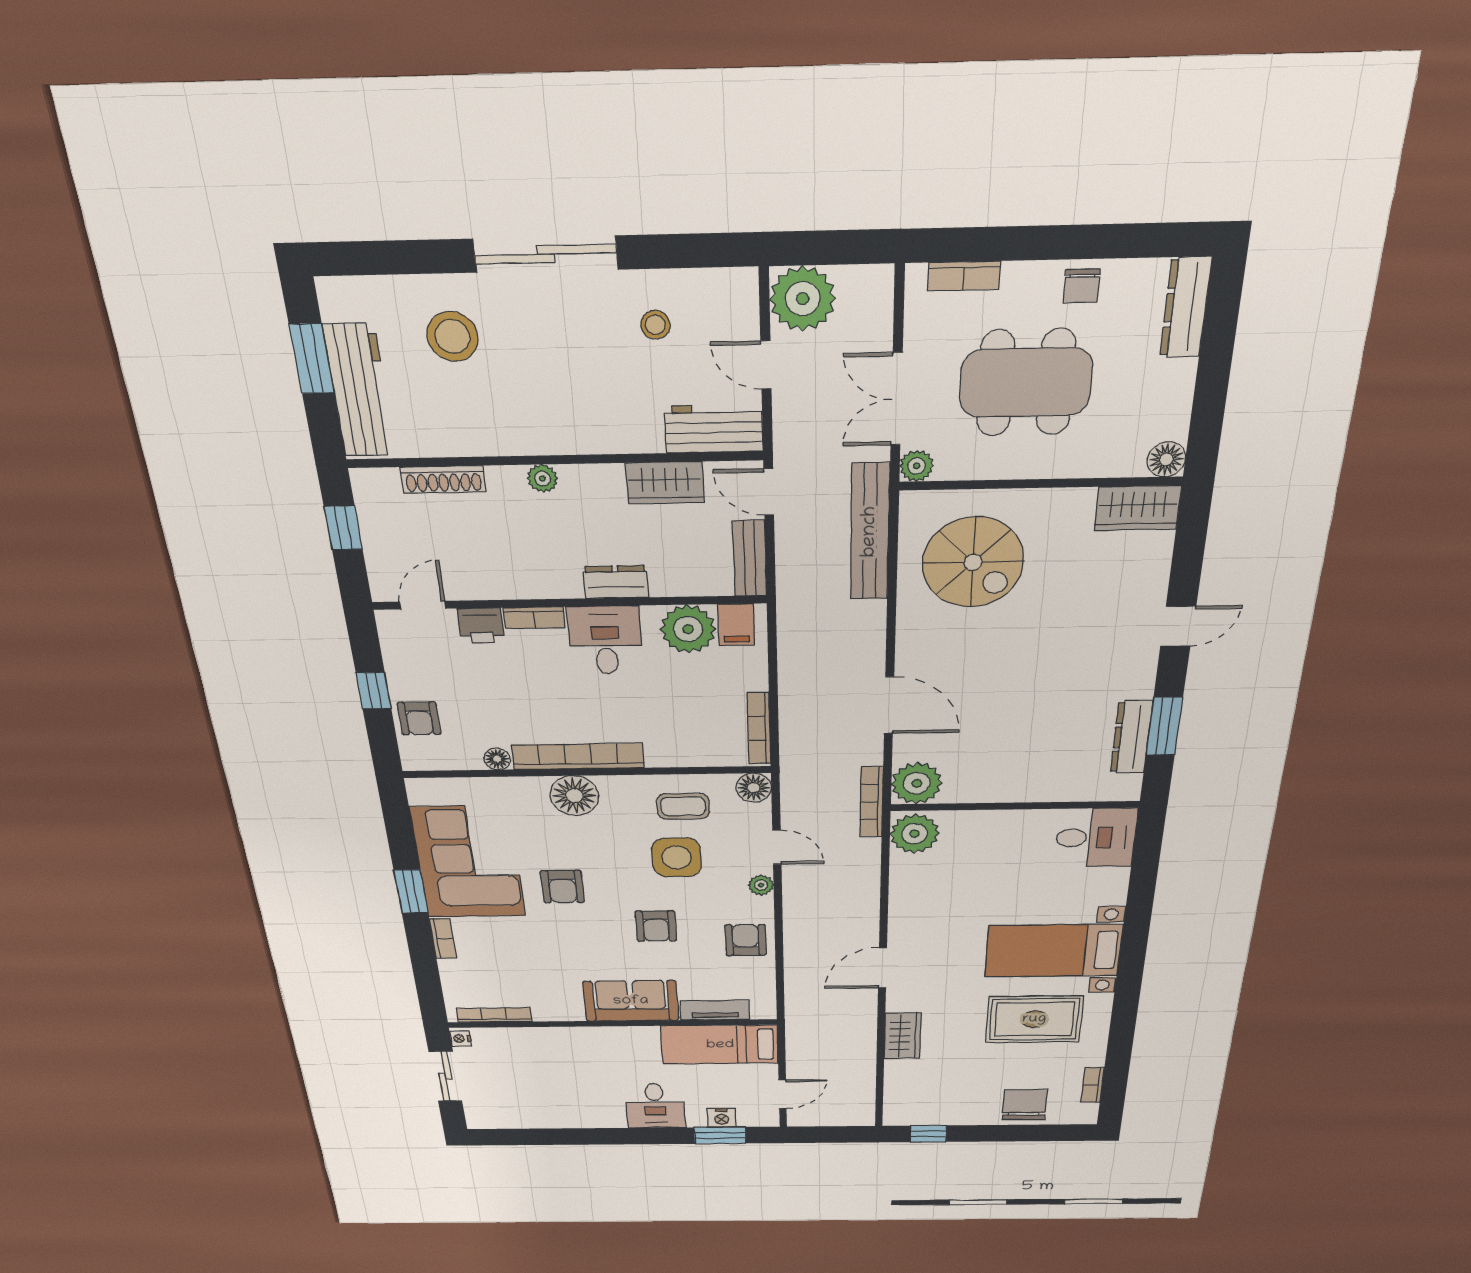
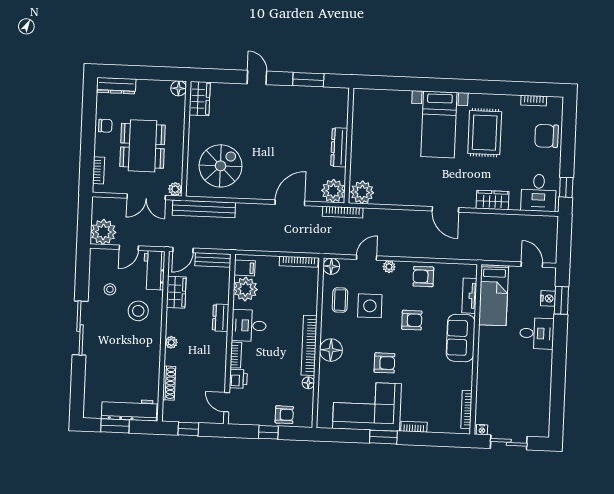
stool: (453, 337) -> (138, 311), moved
dresser: (1131, 737) -> (339, 147), moved, turned 90
desk: (1096, 838) -> (539, 193), moved, turned 180

